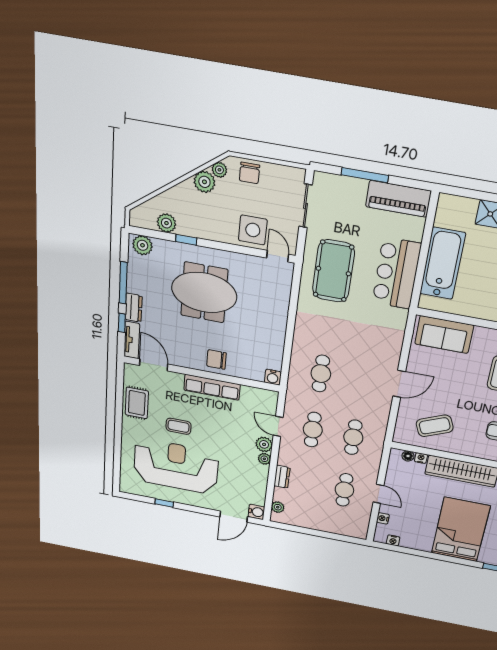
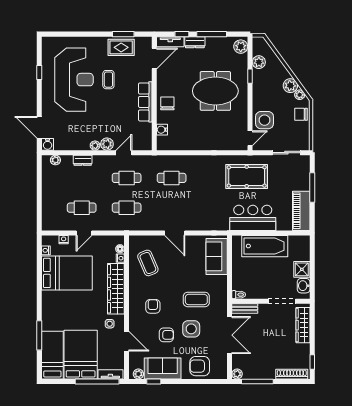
meeting table: (204, 292) -> (215, 91), turned 90
water cooler: (273, 377) -> (162, 130), moved
window: (119, 397) -> (123, 34), added
bed: (461, 530) -> (67, 273), moved

